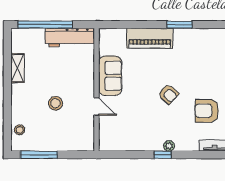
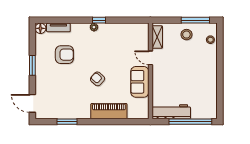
window: (180, 25) -> (67, 122), moved
shelving: (17, 68) -> (157, 37), moved
armchair: (168, 94) -> (98, 79), moved
stool: (55, 103) -> (186, 35), moved

